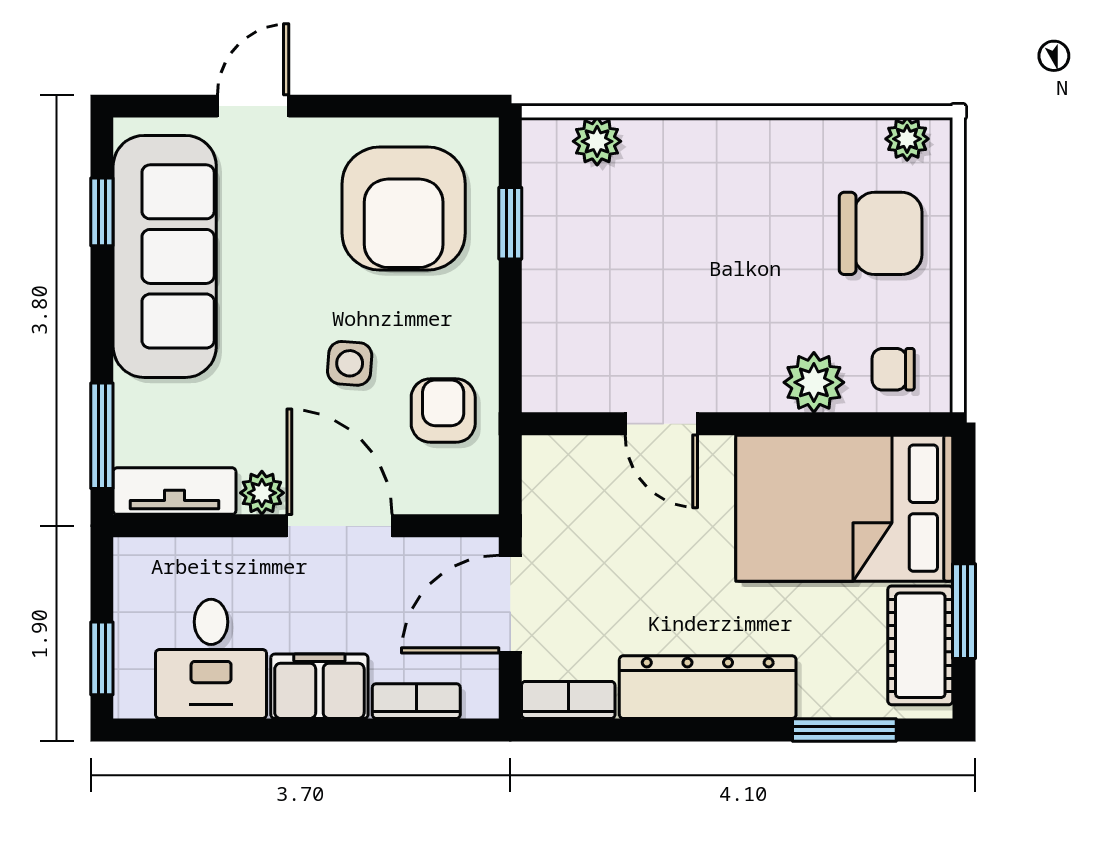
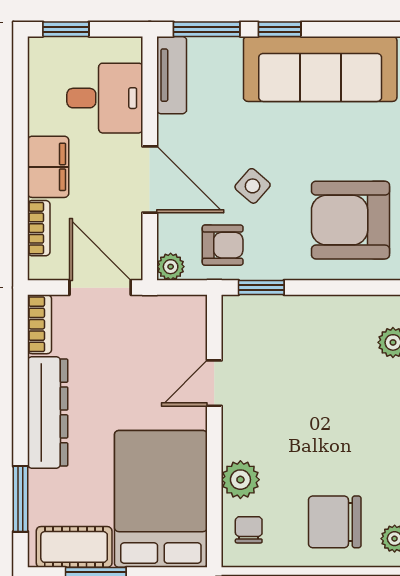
window: (102, 212) -> (280, 29), moved
window: (510, 223) -> (261, 288), moved
chair: (881, 233) -> (335, 522), turned 90
side table: (350, 363) -> (253, 186), turned 37
plant: (262, 493) -> (171, 267), moved
door: (340, 526) -> (150, 180), hinge flipped
desk: (211, 659) -> (105, 98), moved, turned 180

